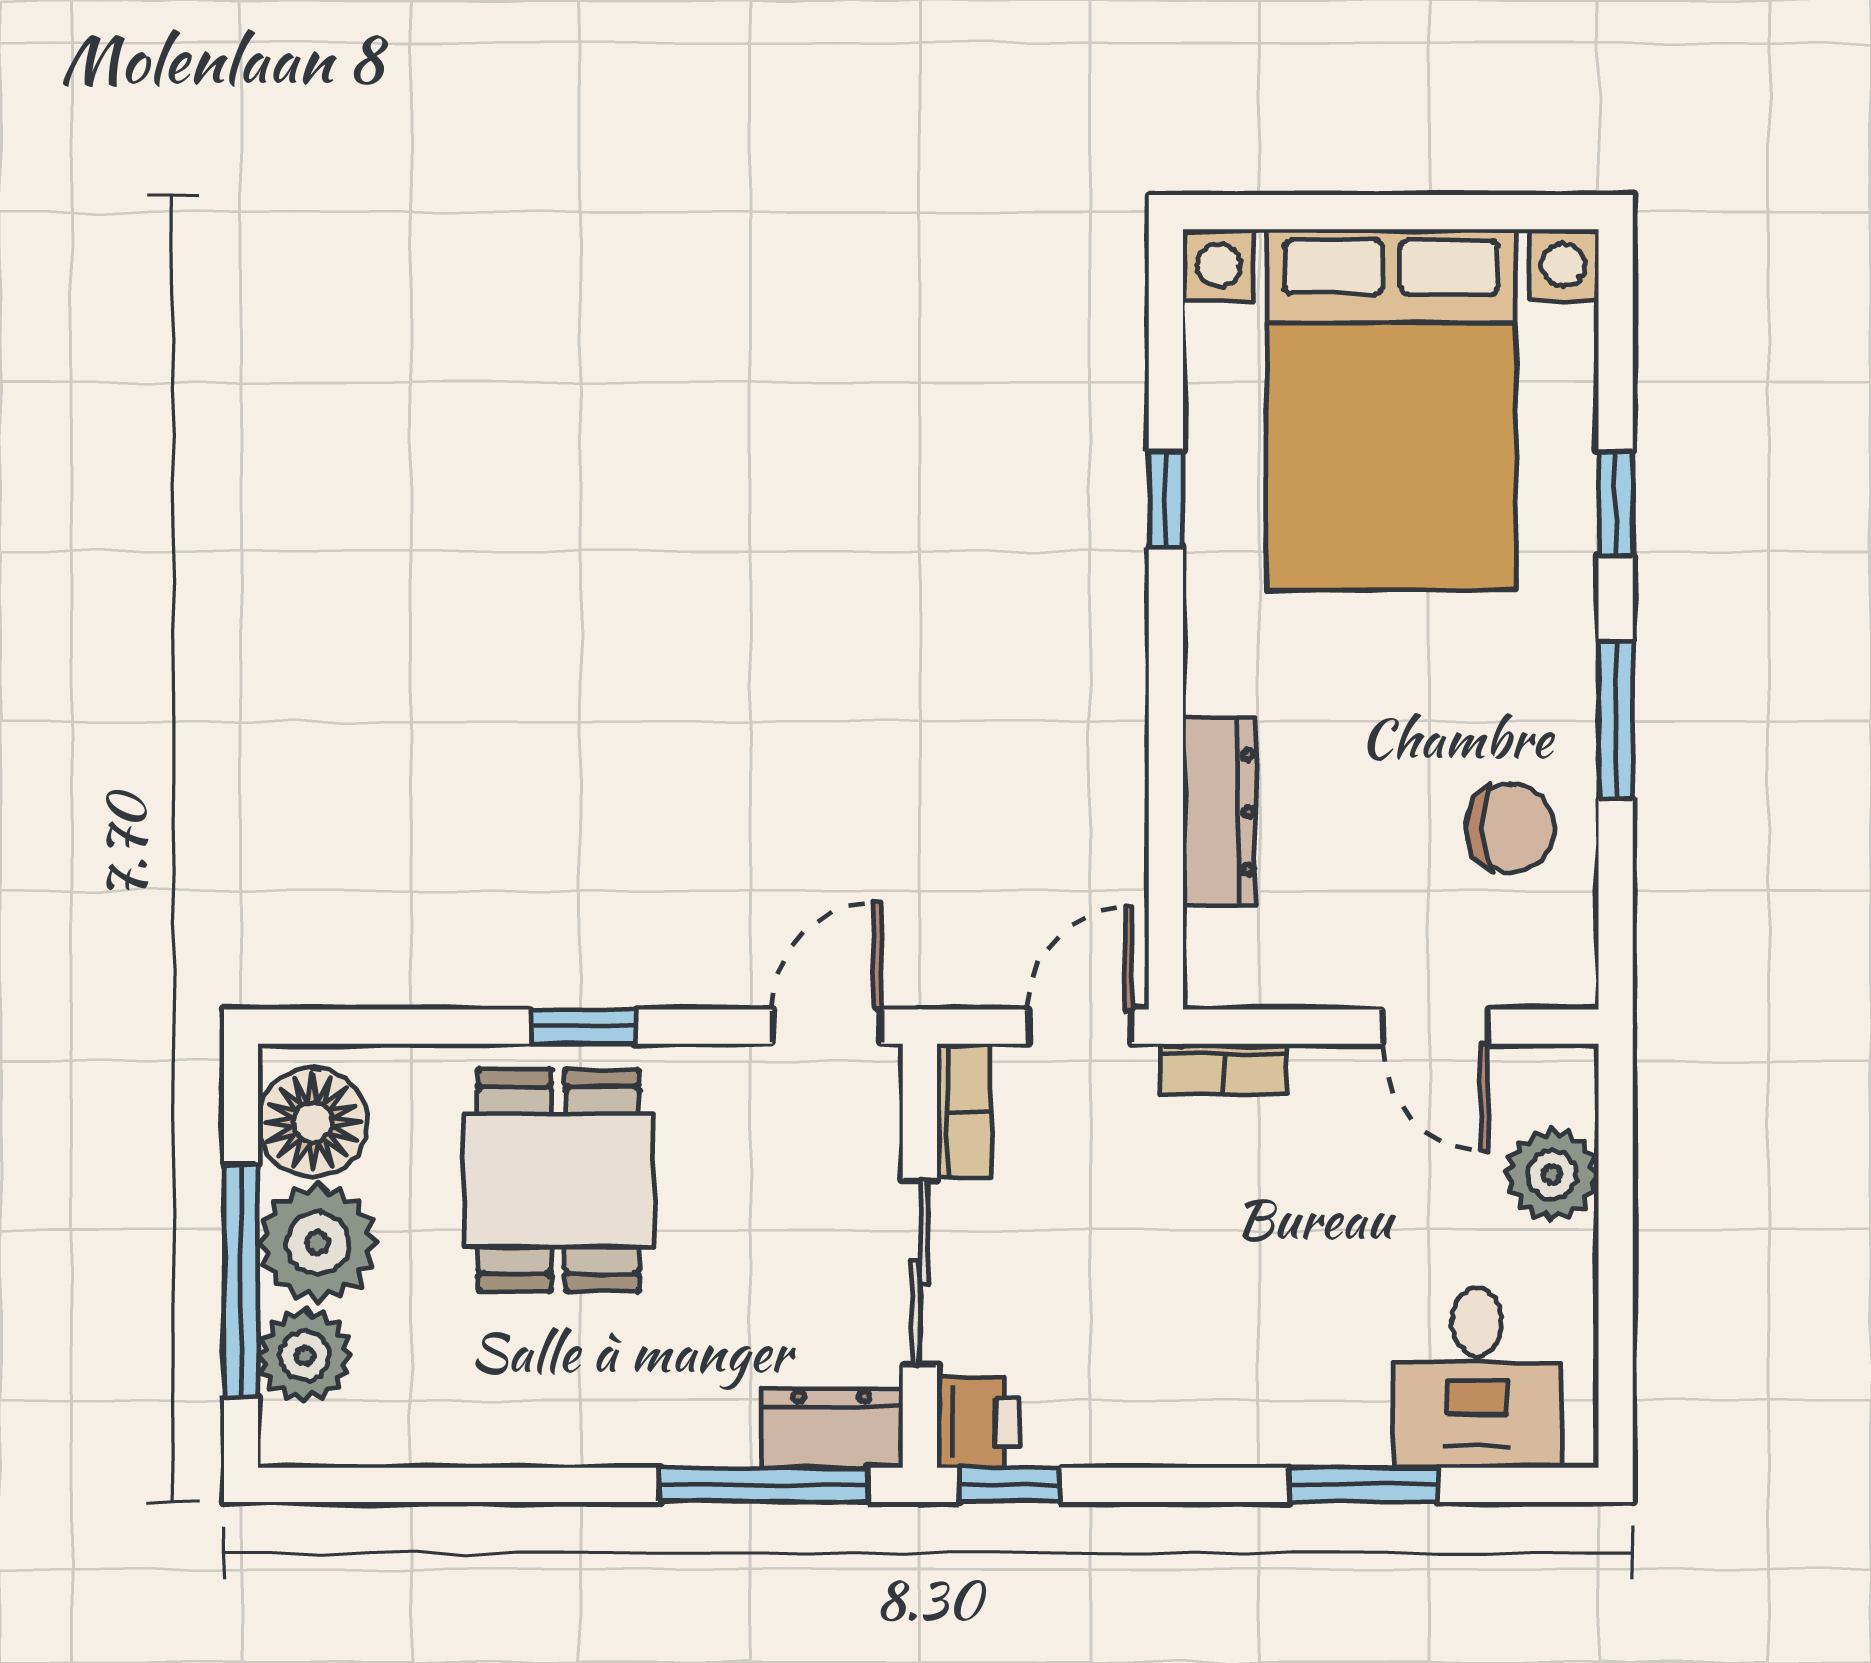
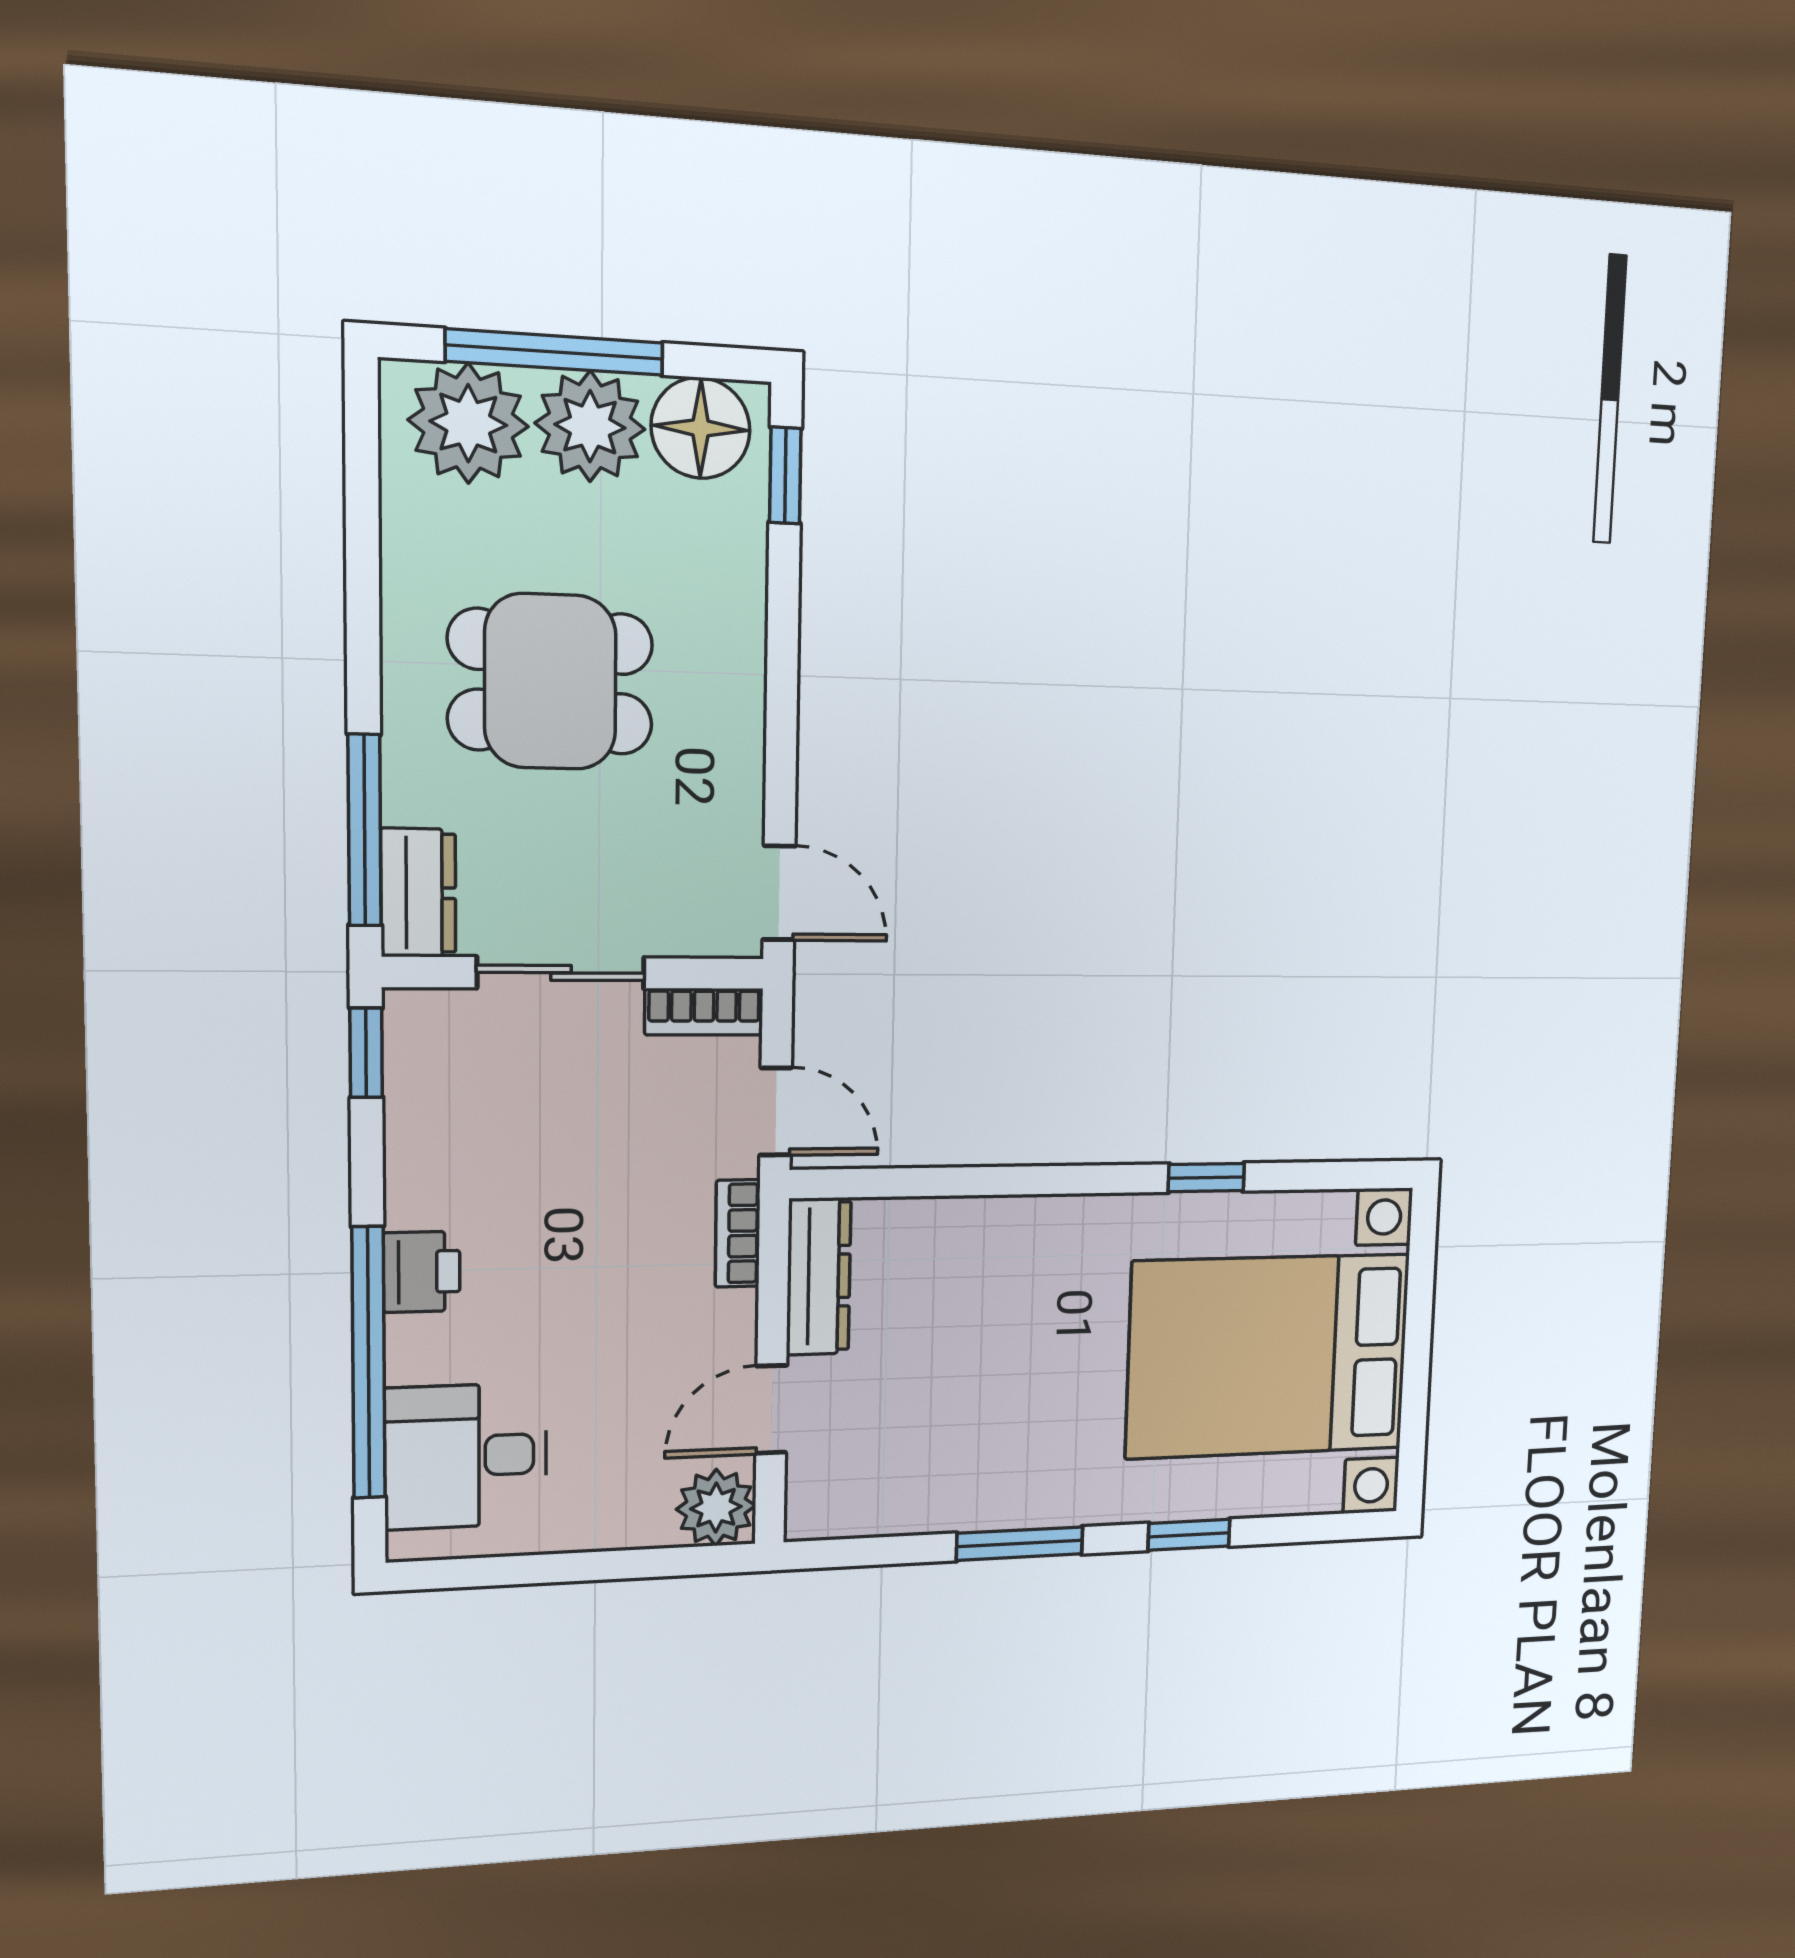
dresser: (1220, 812) -> (819, 1276), moved, turned -90
chair: (1510, 828) -> (935, 1464), removed
window: (583, 1027) -> (785, 475), moved
plant: (1552, 1175) -> (716, 1508), moved
dining table: (558, 1180) -> (550, 682), moved
plant: (305, 1356) -> (468, 423), width x1.36, depth x1.36
printer: (979, 1422) -> (422, 1272), moved, turned -90
window: (1363, 1485) -> (368, 1363), width x2.11

